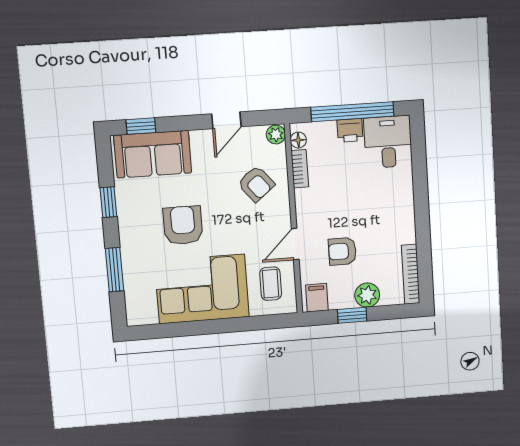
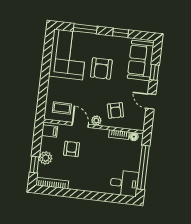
window: (141, 126) -> (154, 72), moved
printer: (350, 130) -> (134, 164), removed
plant: (276, 135) -> (96, 120), moved
armchair: (256, 184) -> (115, 110), turned -64
armchair: (183, 225) -> (101, 69), turned 90
corner sofa: (202, 289) -> (68, 54), moved
window: (352, 315) -> (34, 165), moved

